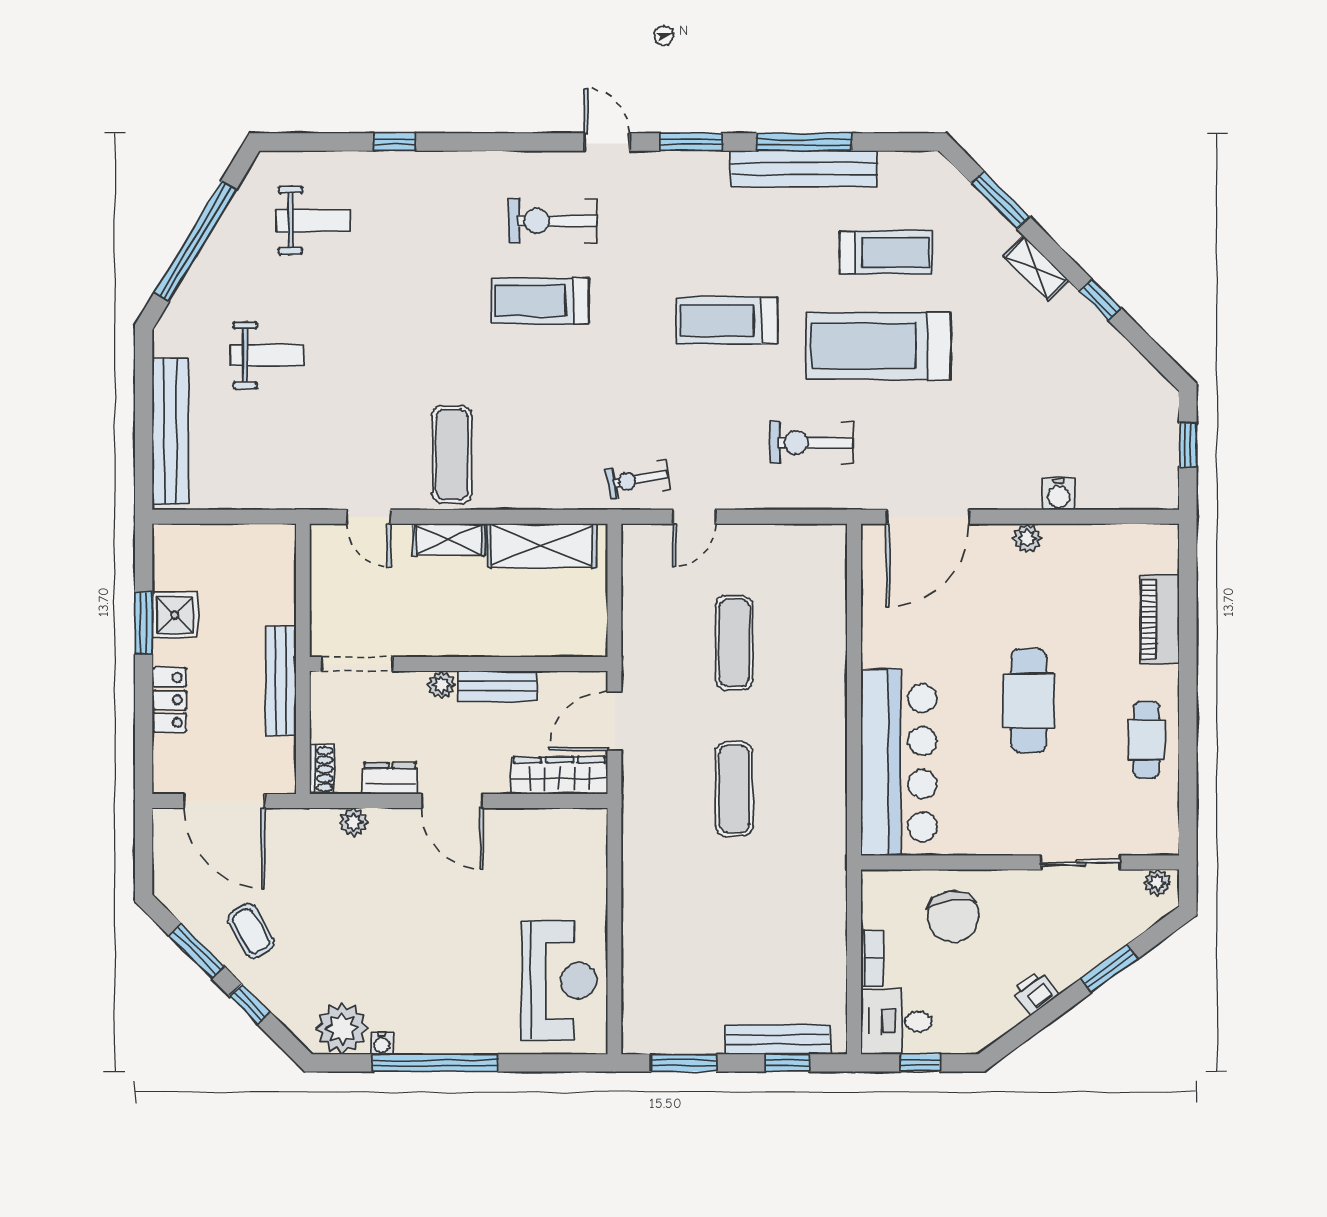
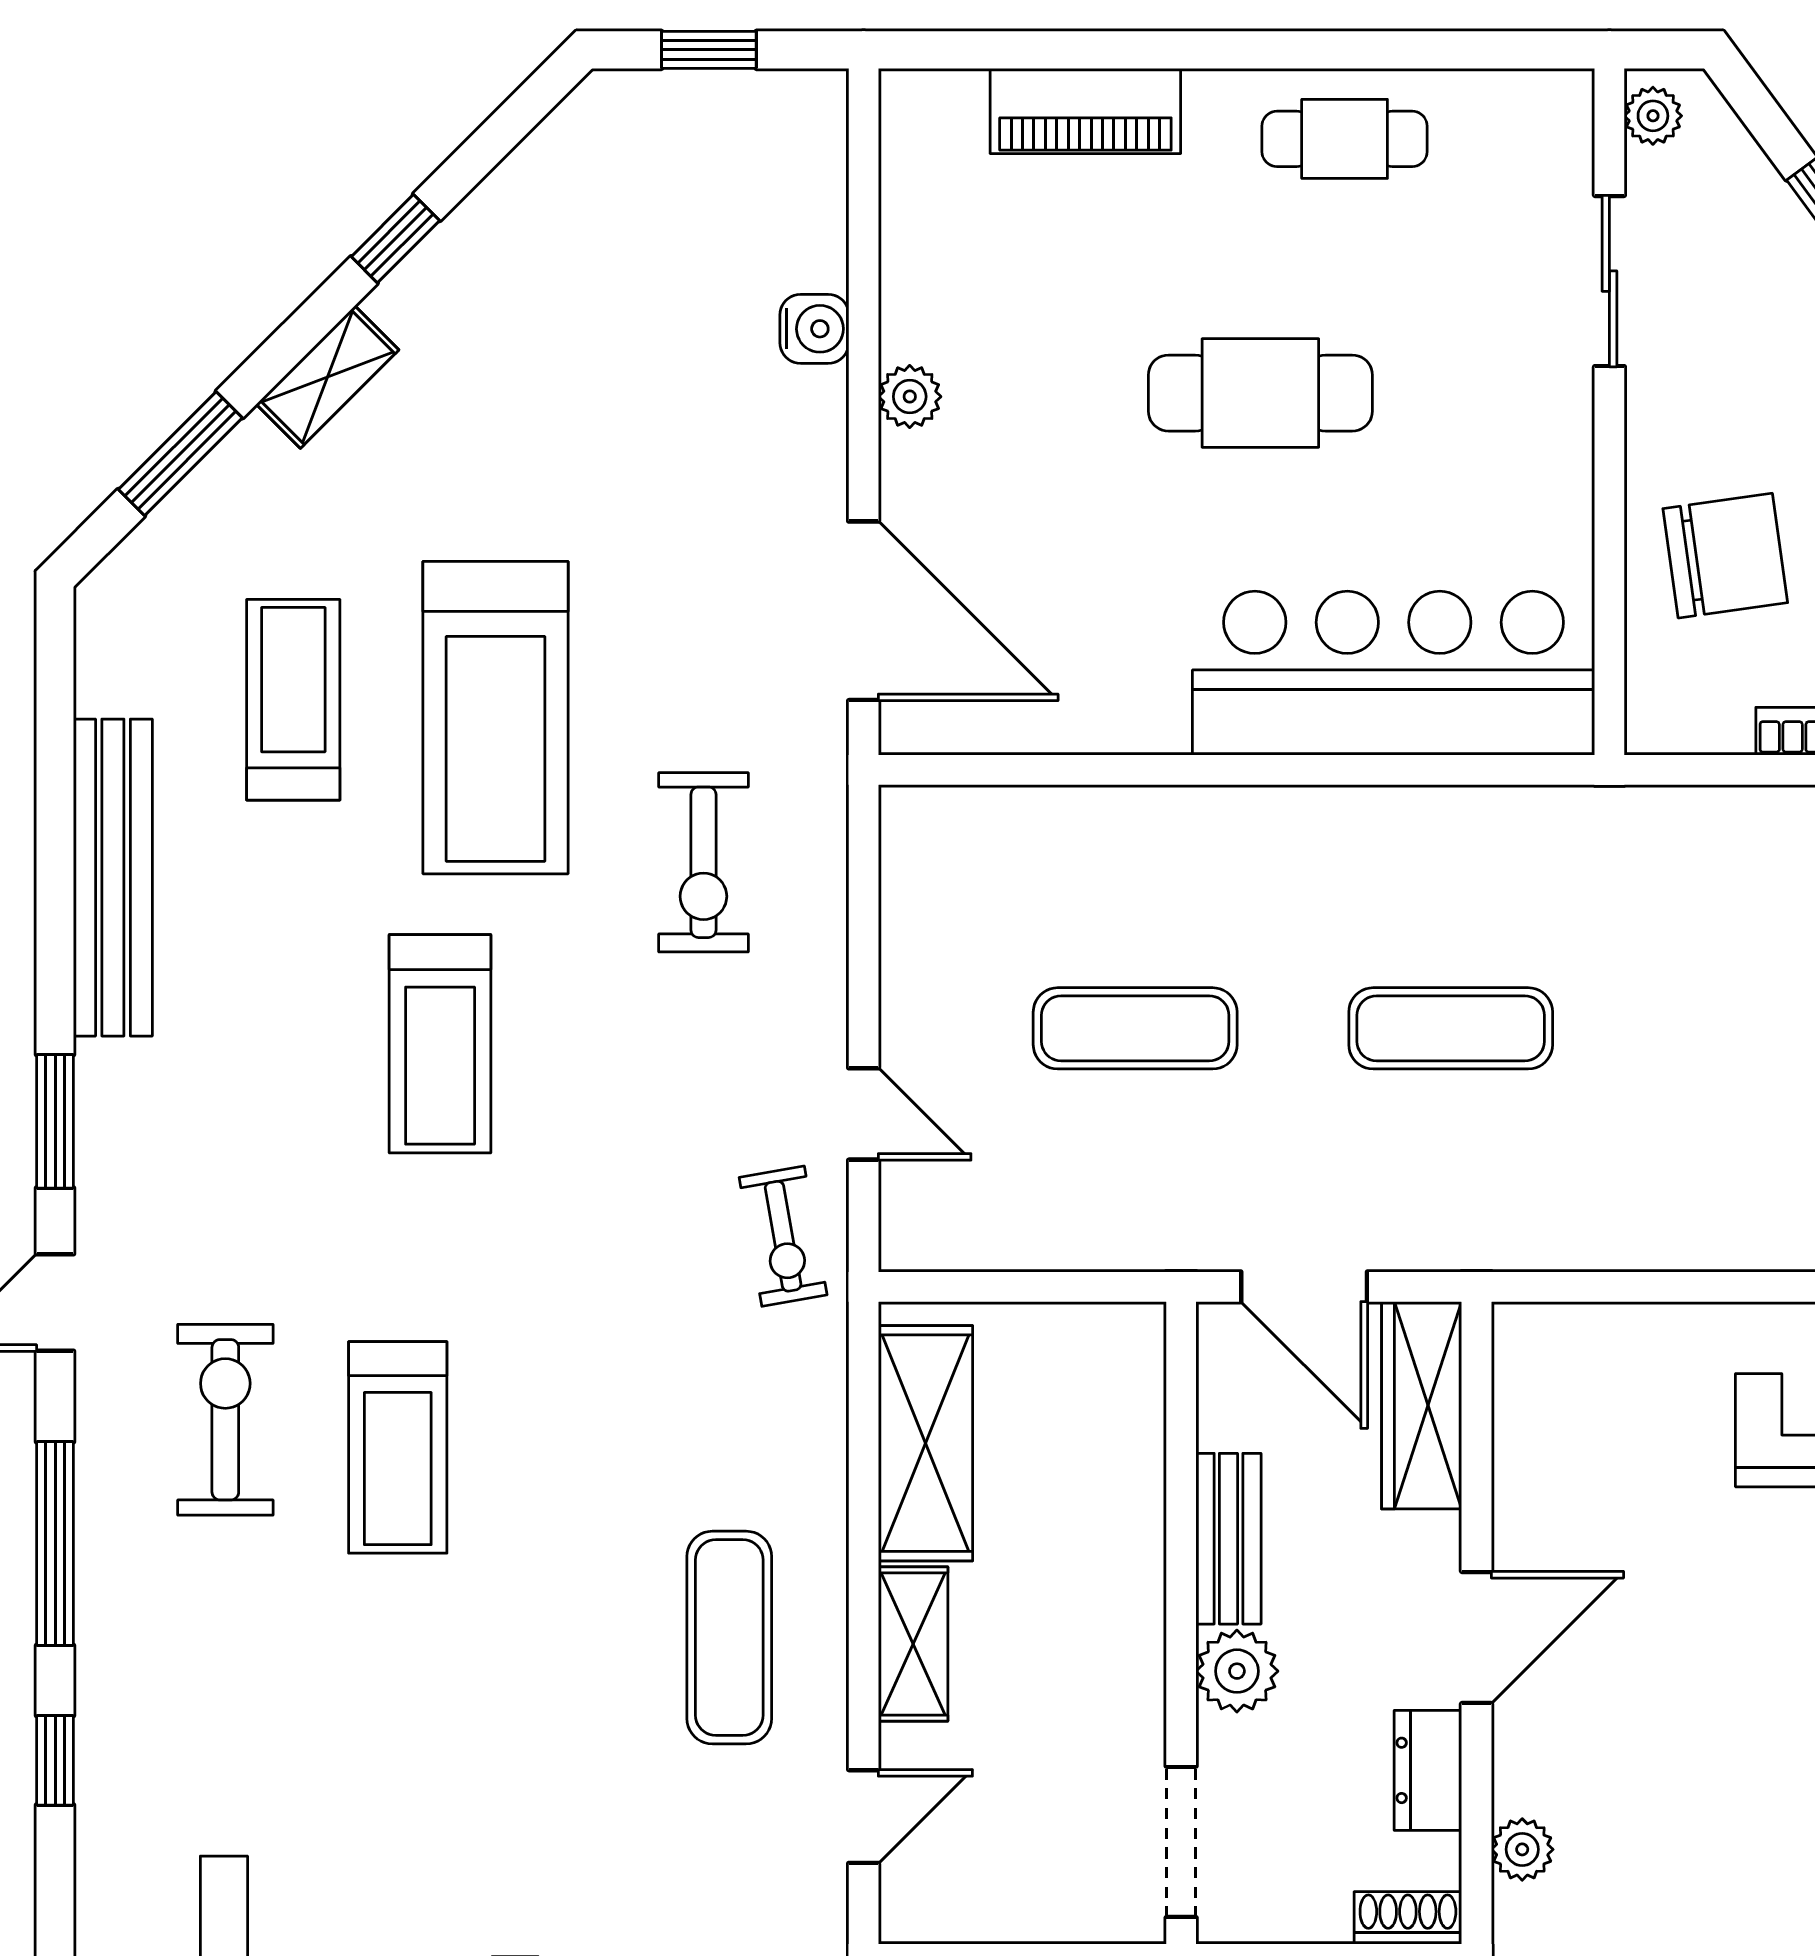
window: (804, 142) -> (55, 1544), moved
exercise bike: (553, 221) -> (225, 1420), turned 180
exercise mat: (452, 455) -> (729, 1638), turned 90
plant: (441, 685) -> (1237, 1671), width x1.38, depth x1.38

